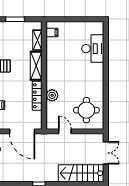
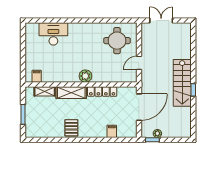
plant: (52, 95) -> (85, 76), moved
stairs: (81, 173) -> (182, 83), moved

